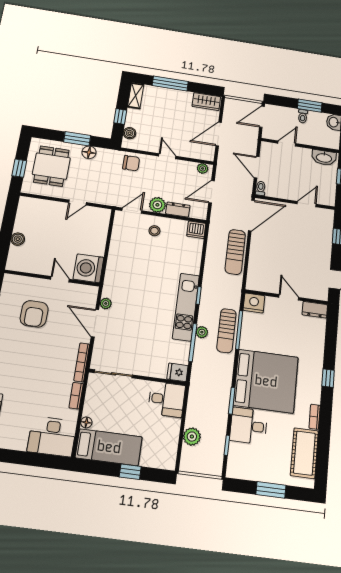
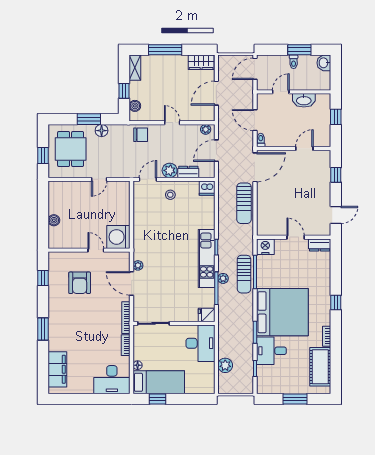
washbasin: (324, 158) -> (304, 100), moved
desk: (167, 399) -> (200, 343), width x1.37
window: (130, 472) -> (158, 399), moved

